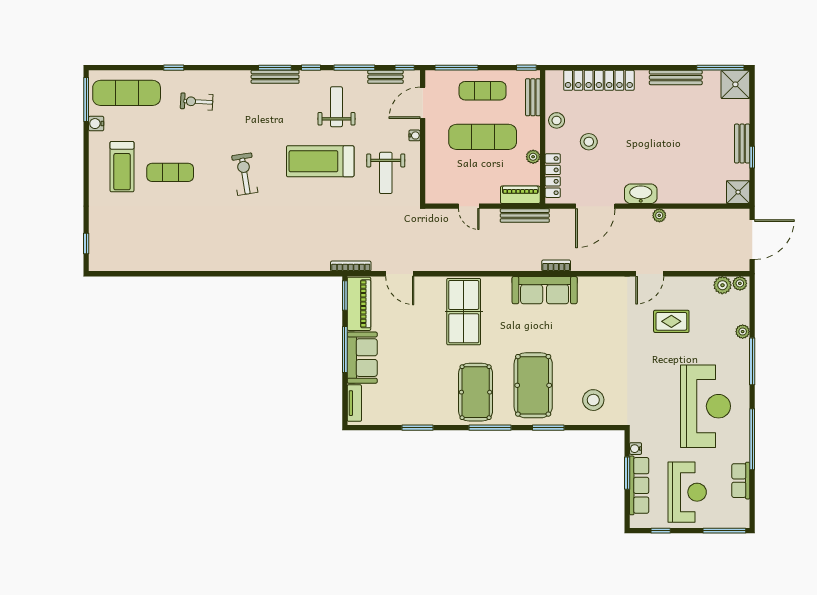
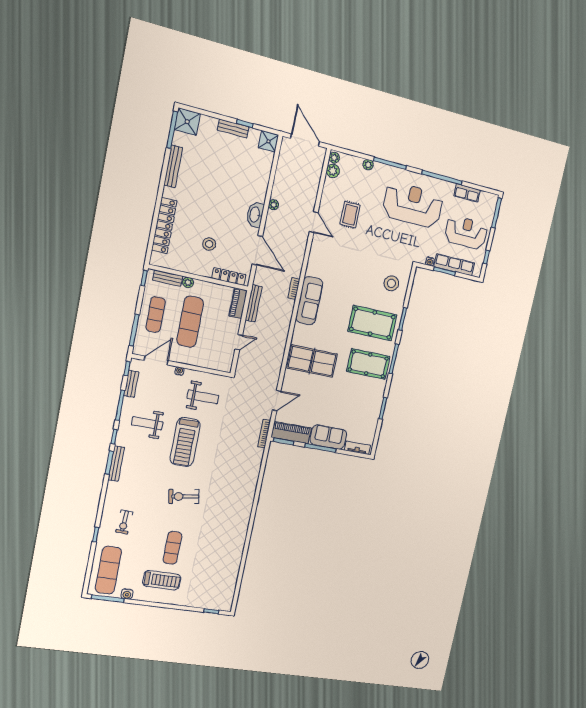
door: (423, 103) -> (156, 360), swing flipped
stool: (557, 120) -> (189, 264), removed
plant: (533, 157) -> (188, 282), moved

